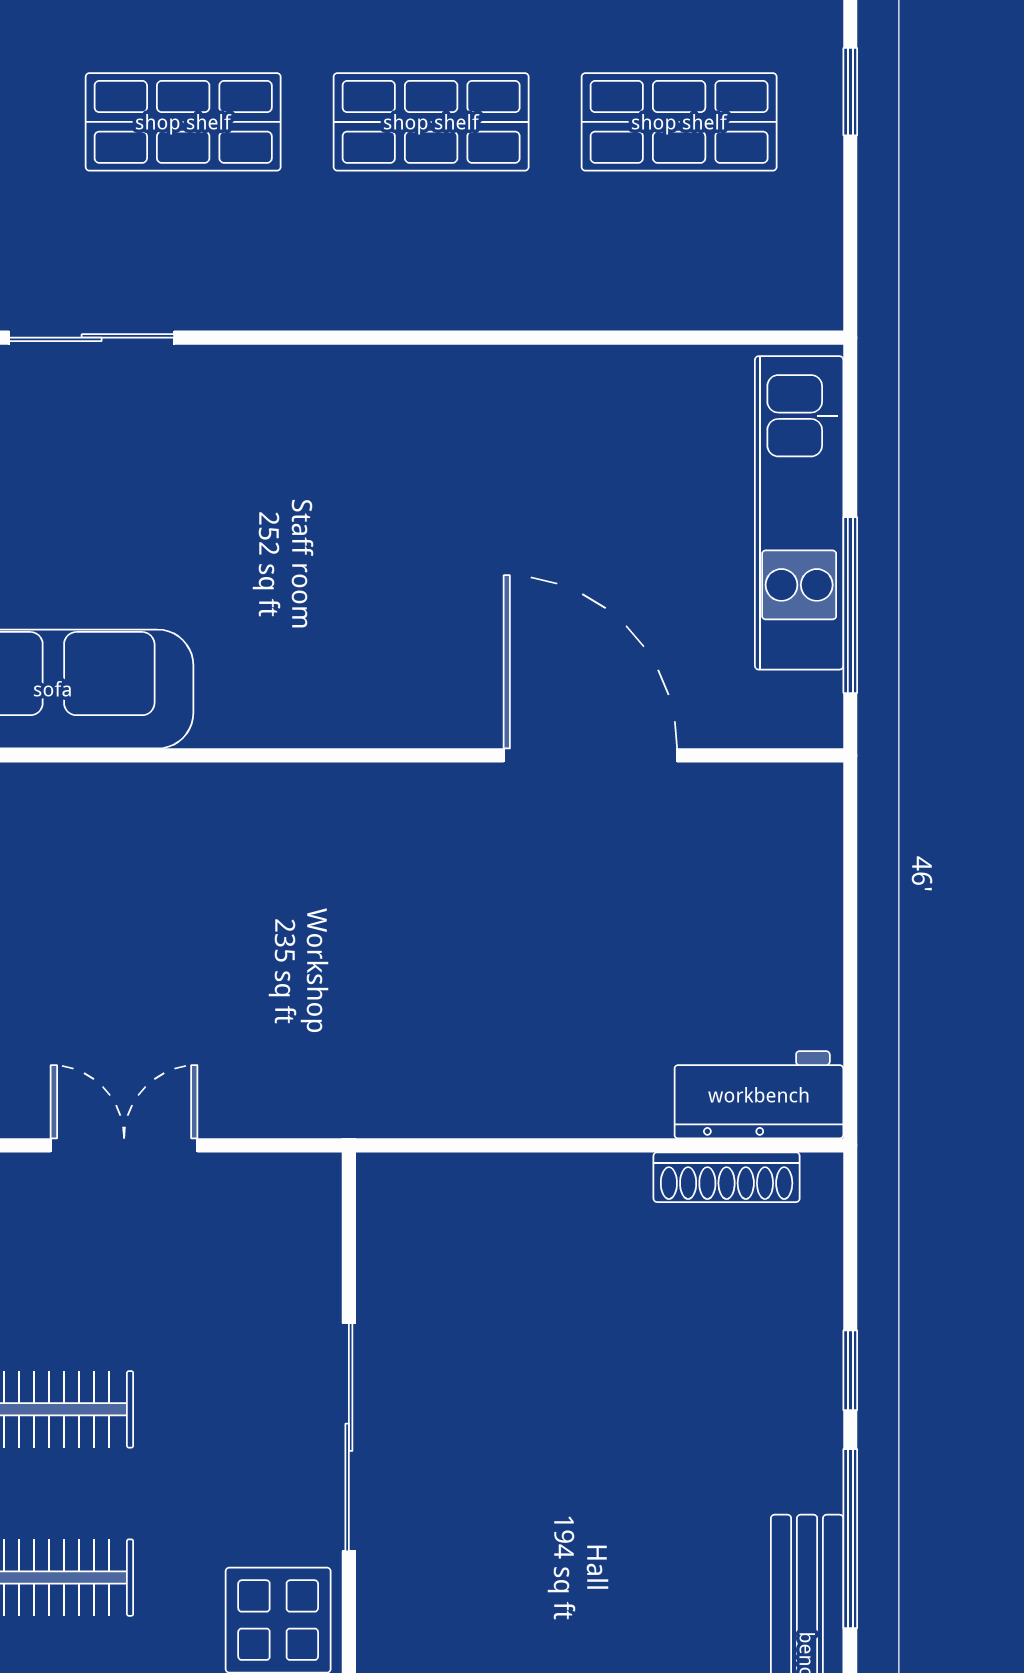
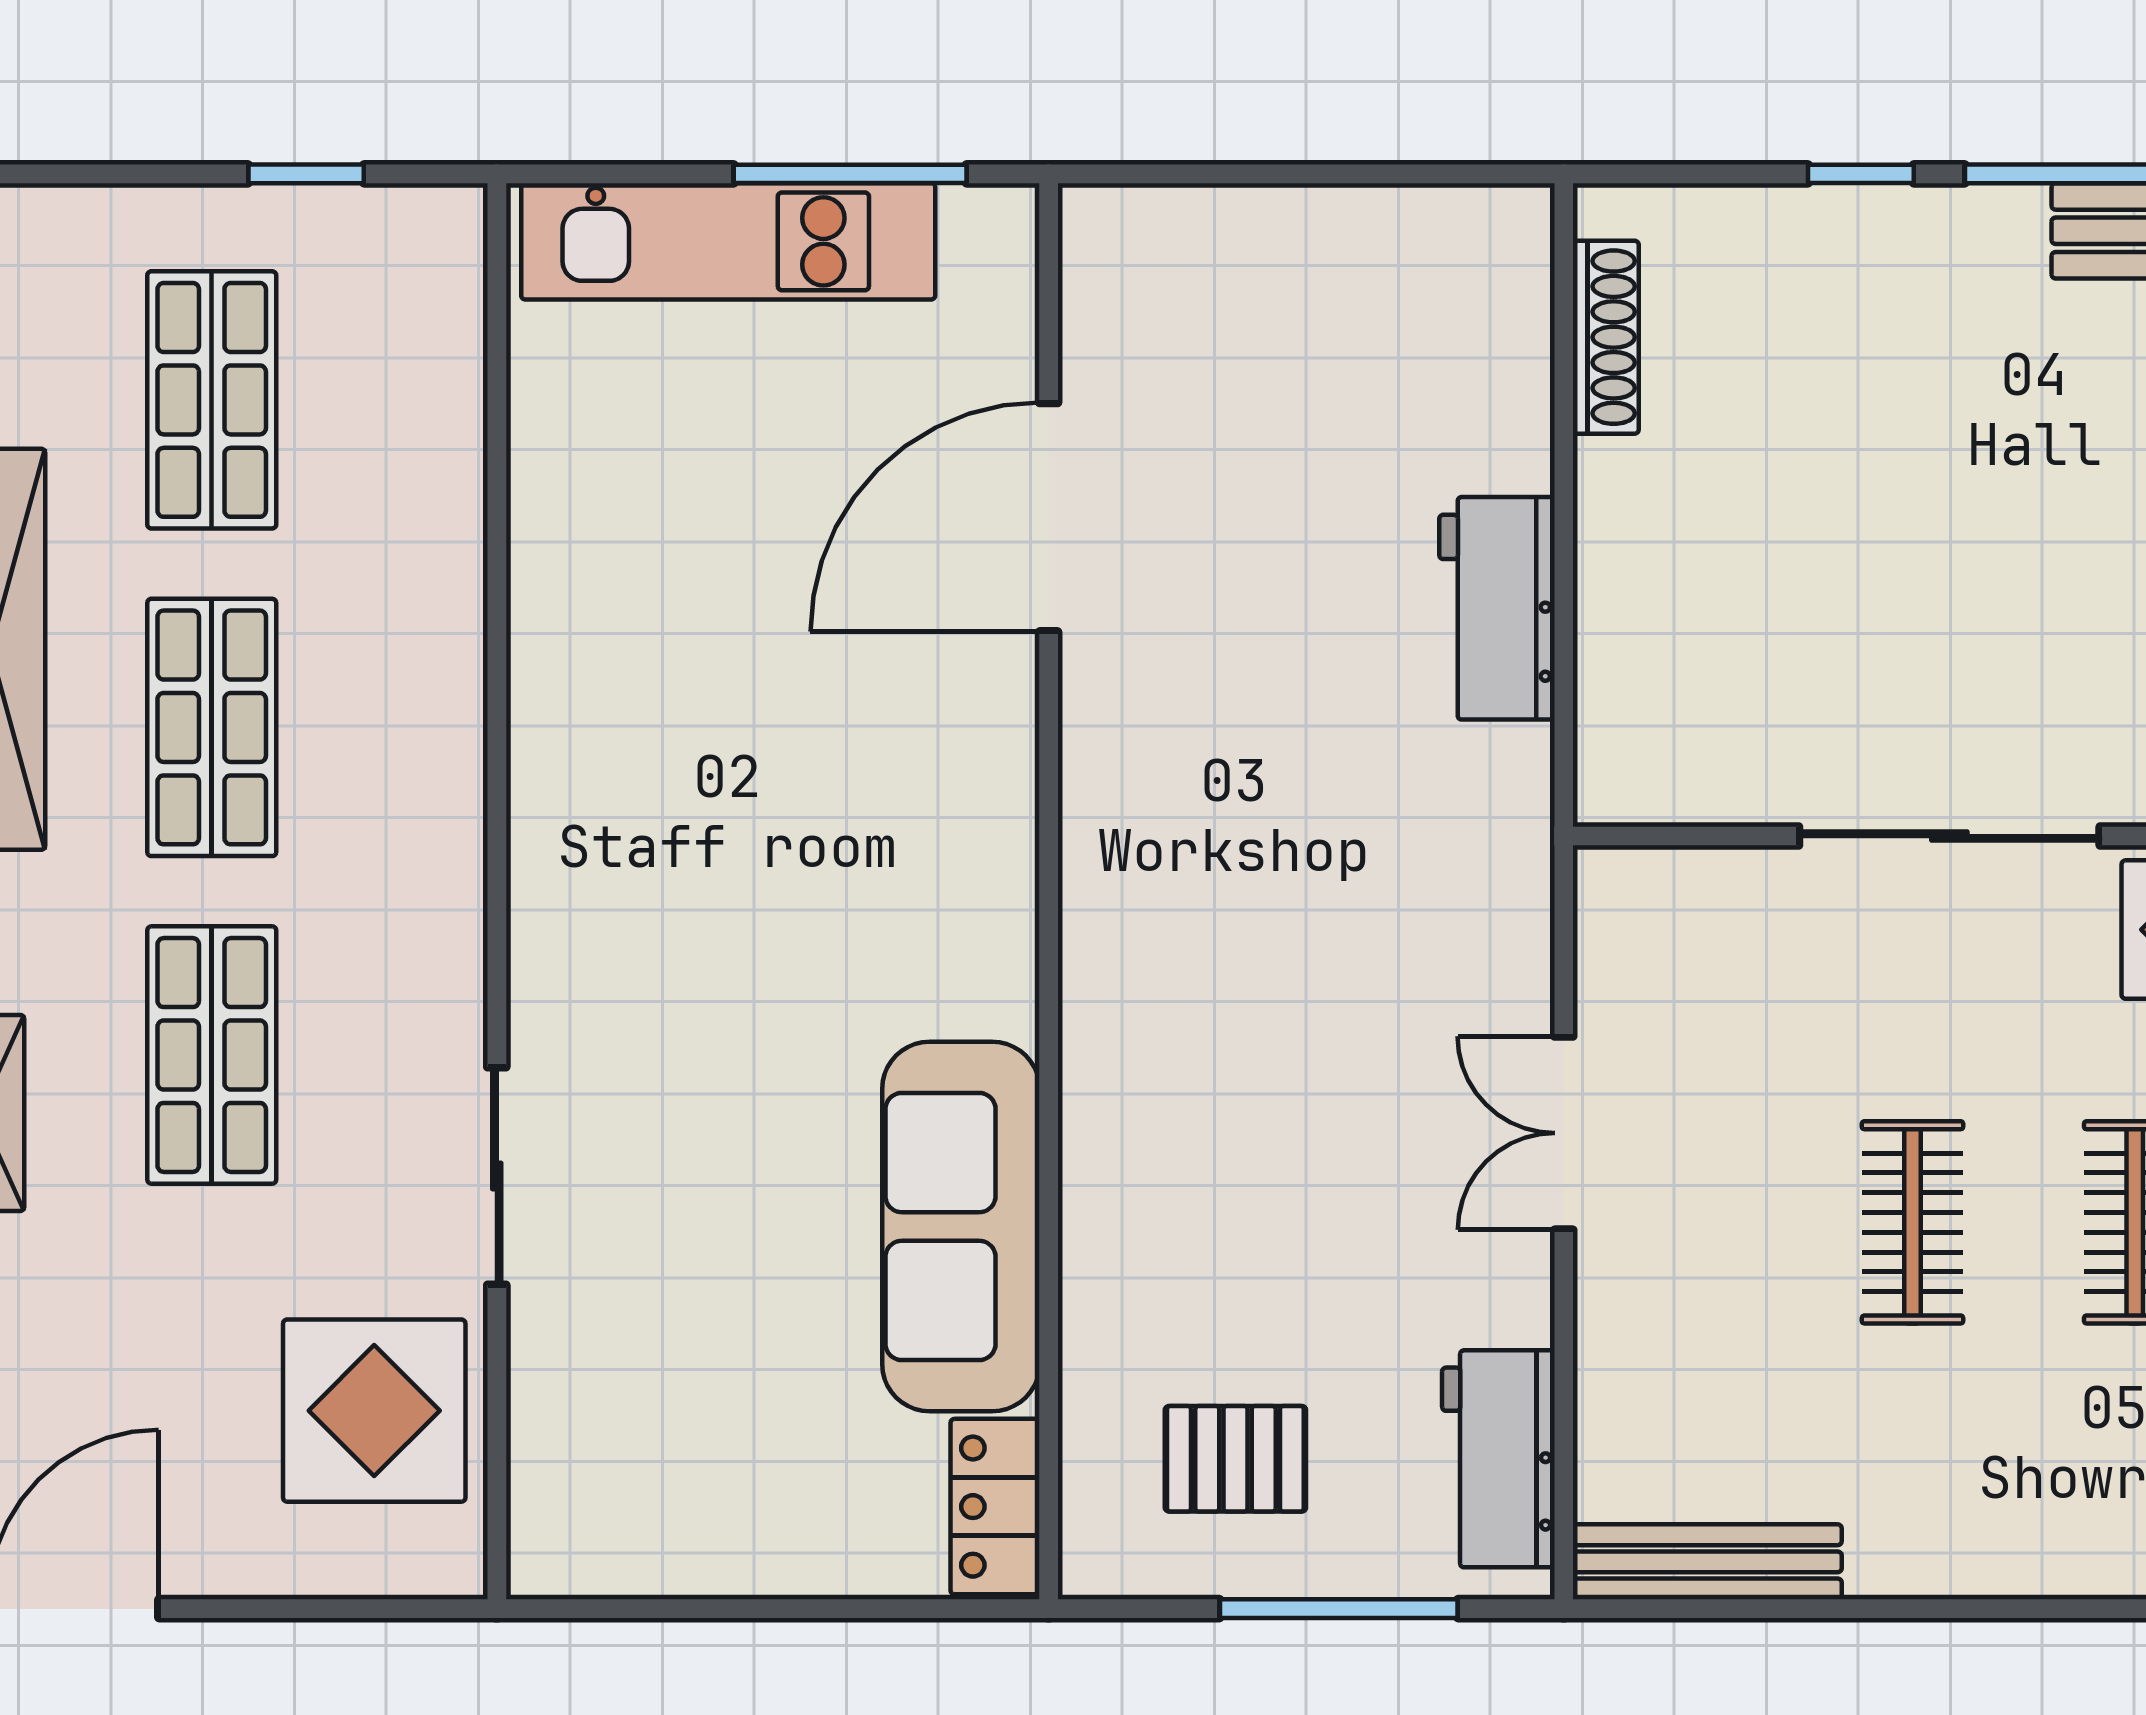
window: (850, 92) -> (306, 174), moved
workbench: (759, 1095) -> (1497, 608), moved

